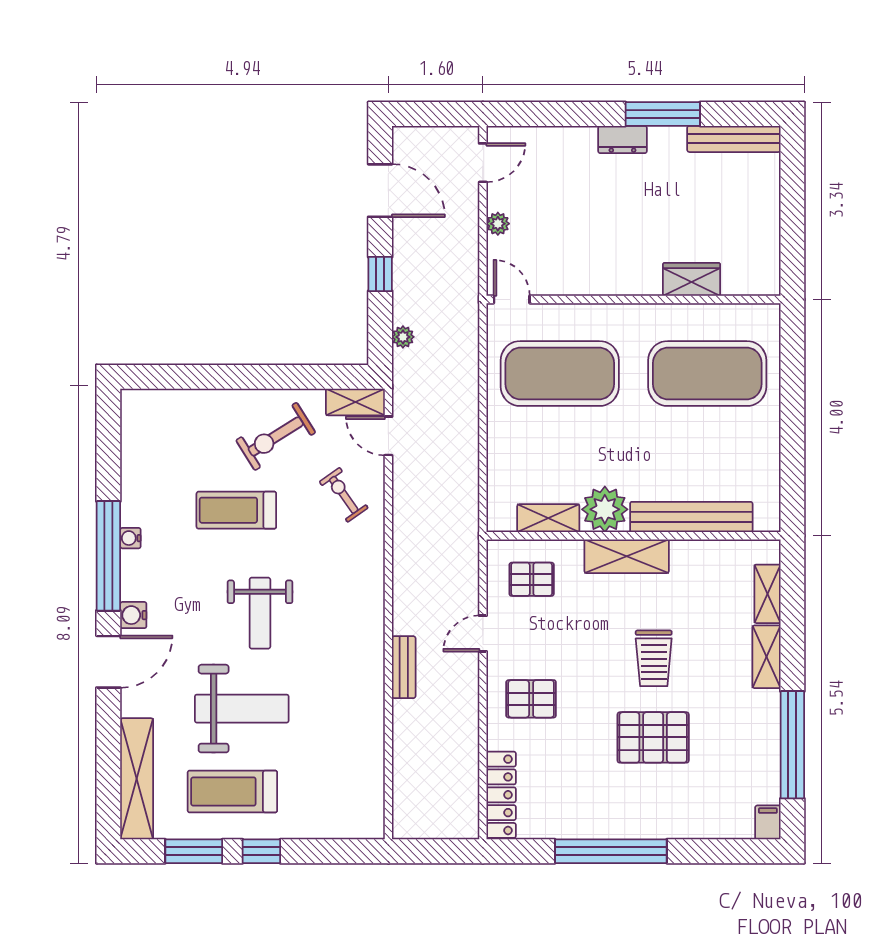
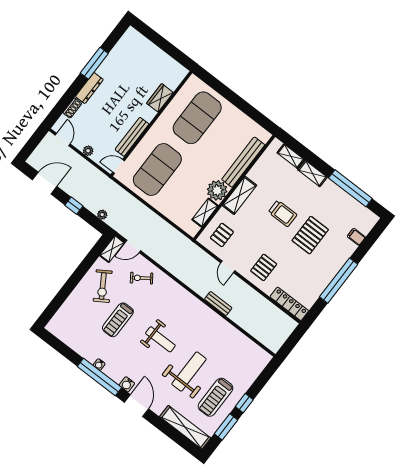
shoe rack: (553, 137) -> (72, 108), added
bench: (734, 139) -> (132, 137), moved
dresser: (622, 140) -> (89, 88), width x1.44
filing cabinet: (768, 822) -> (356, 237), moved

